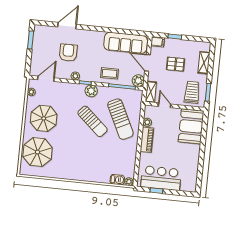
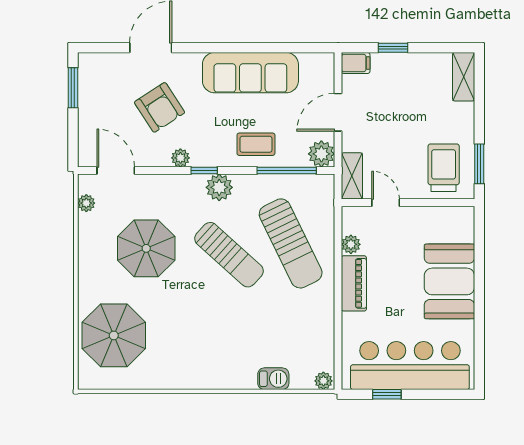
sofa: (126, 43) -> (250, 73), moved
armchair: (68, 53) -> (160, 107), turned 147
door: (147, 63) -> (338, 112), hinge flipped
shelving: (204, 63) -> (464, 77), moved
pallet: (176, 64) -> (401, 109), removed
door: (46, 79) -> (116, 170), hinge flipped
parasol: (44, 118) -> (146, 248), moved
booth: (191, 126) -> (449, 281), moved
bar counter: (161, 178) -> (410, 366), width x1.36
barbecue: (117, 180) -> (273, 379), moved

